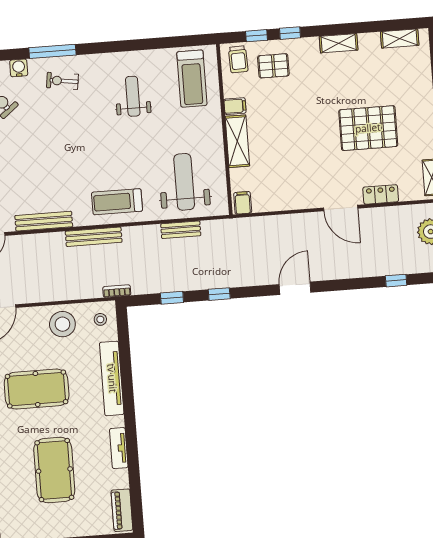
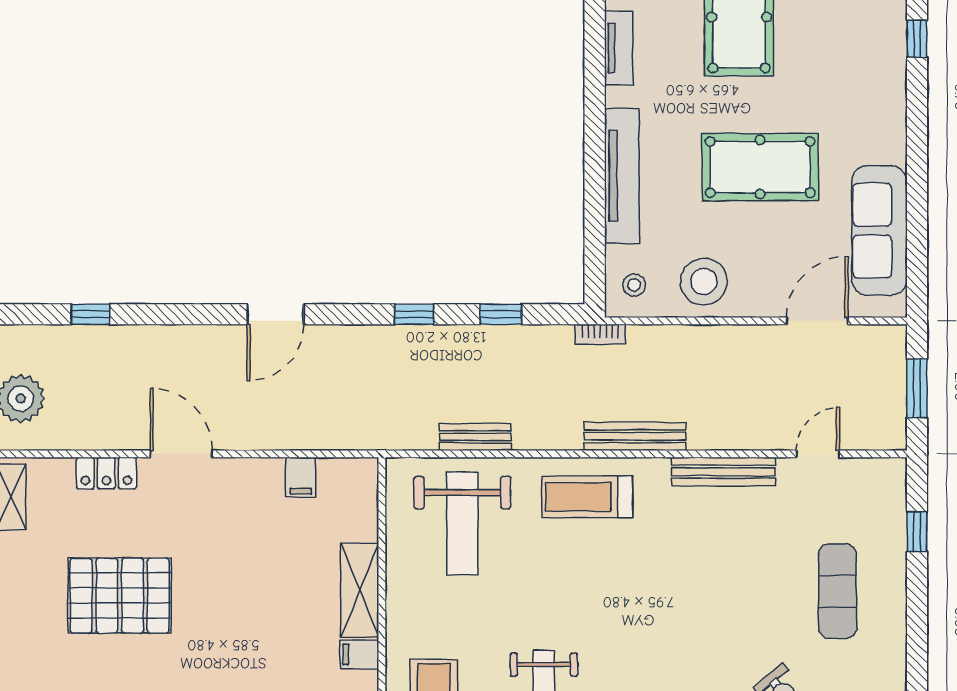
treadmill: (117, 202) -> (587, 497), turned 180
filing cabinet: (243, 203) -> (301, 477), moved

